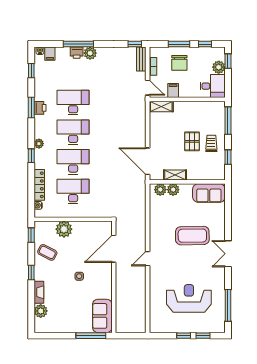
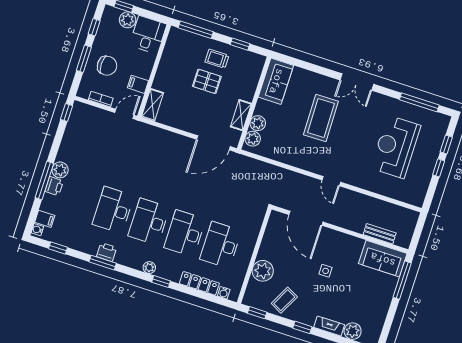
bench: (141, 59) -> (380, 234), moved

